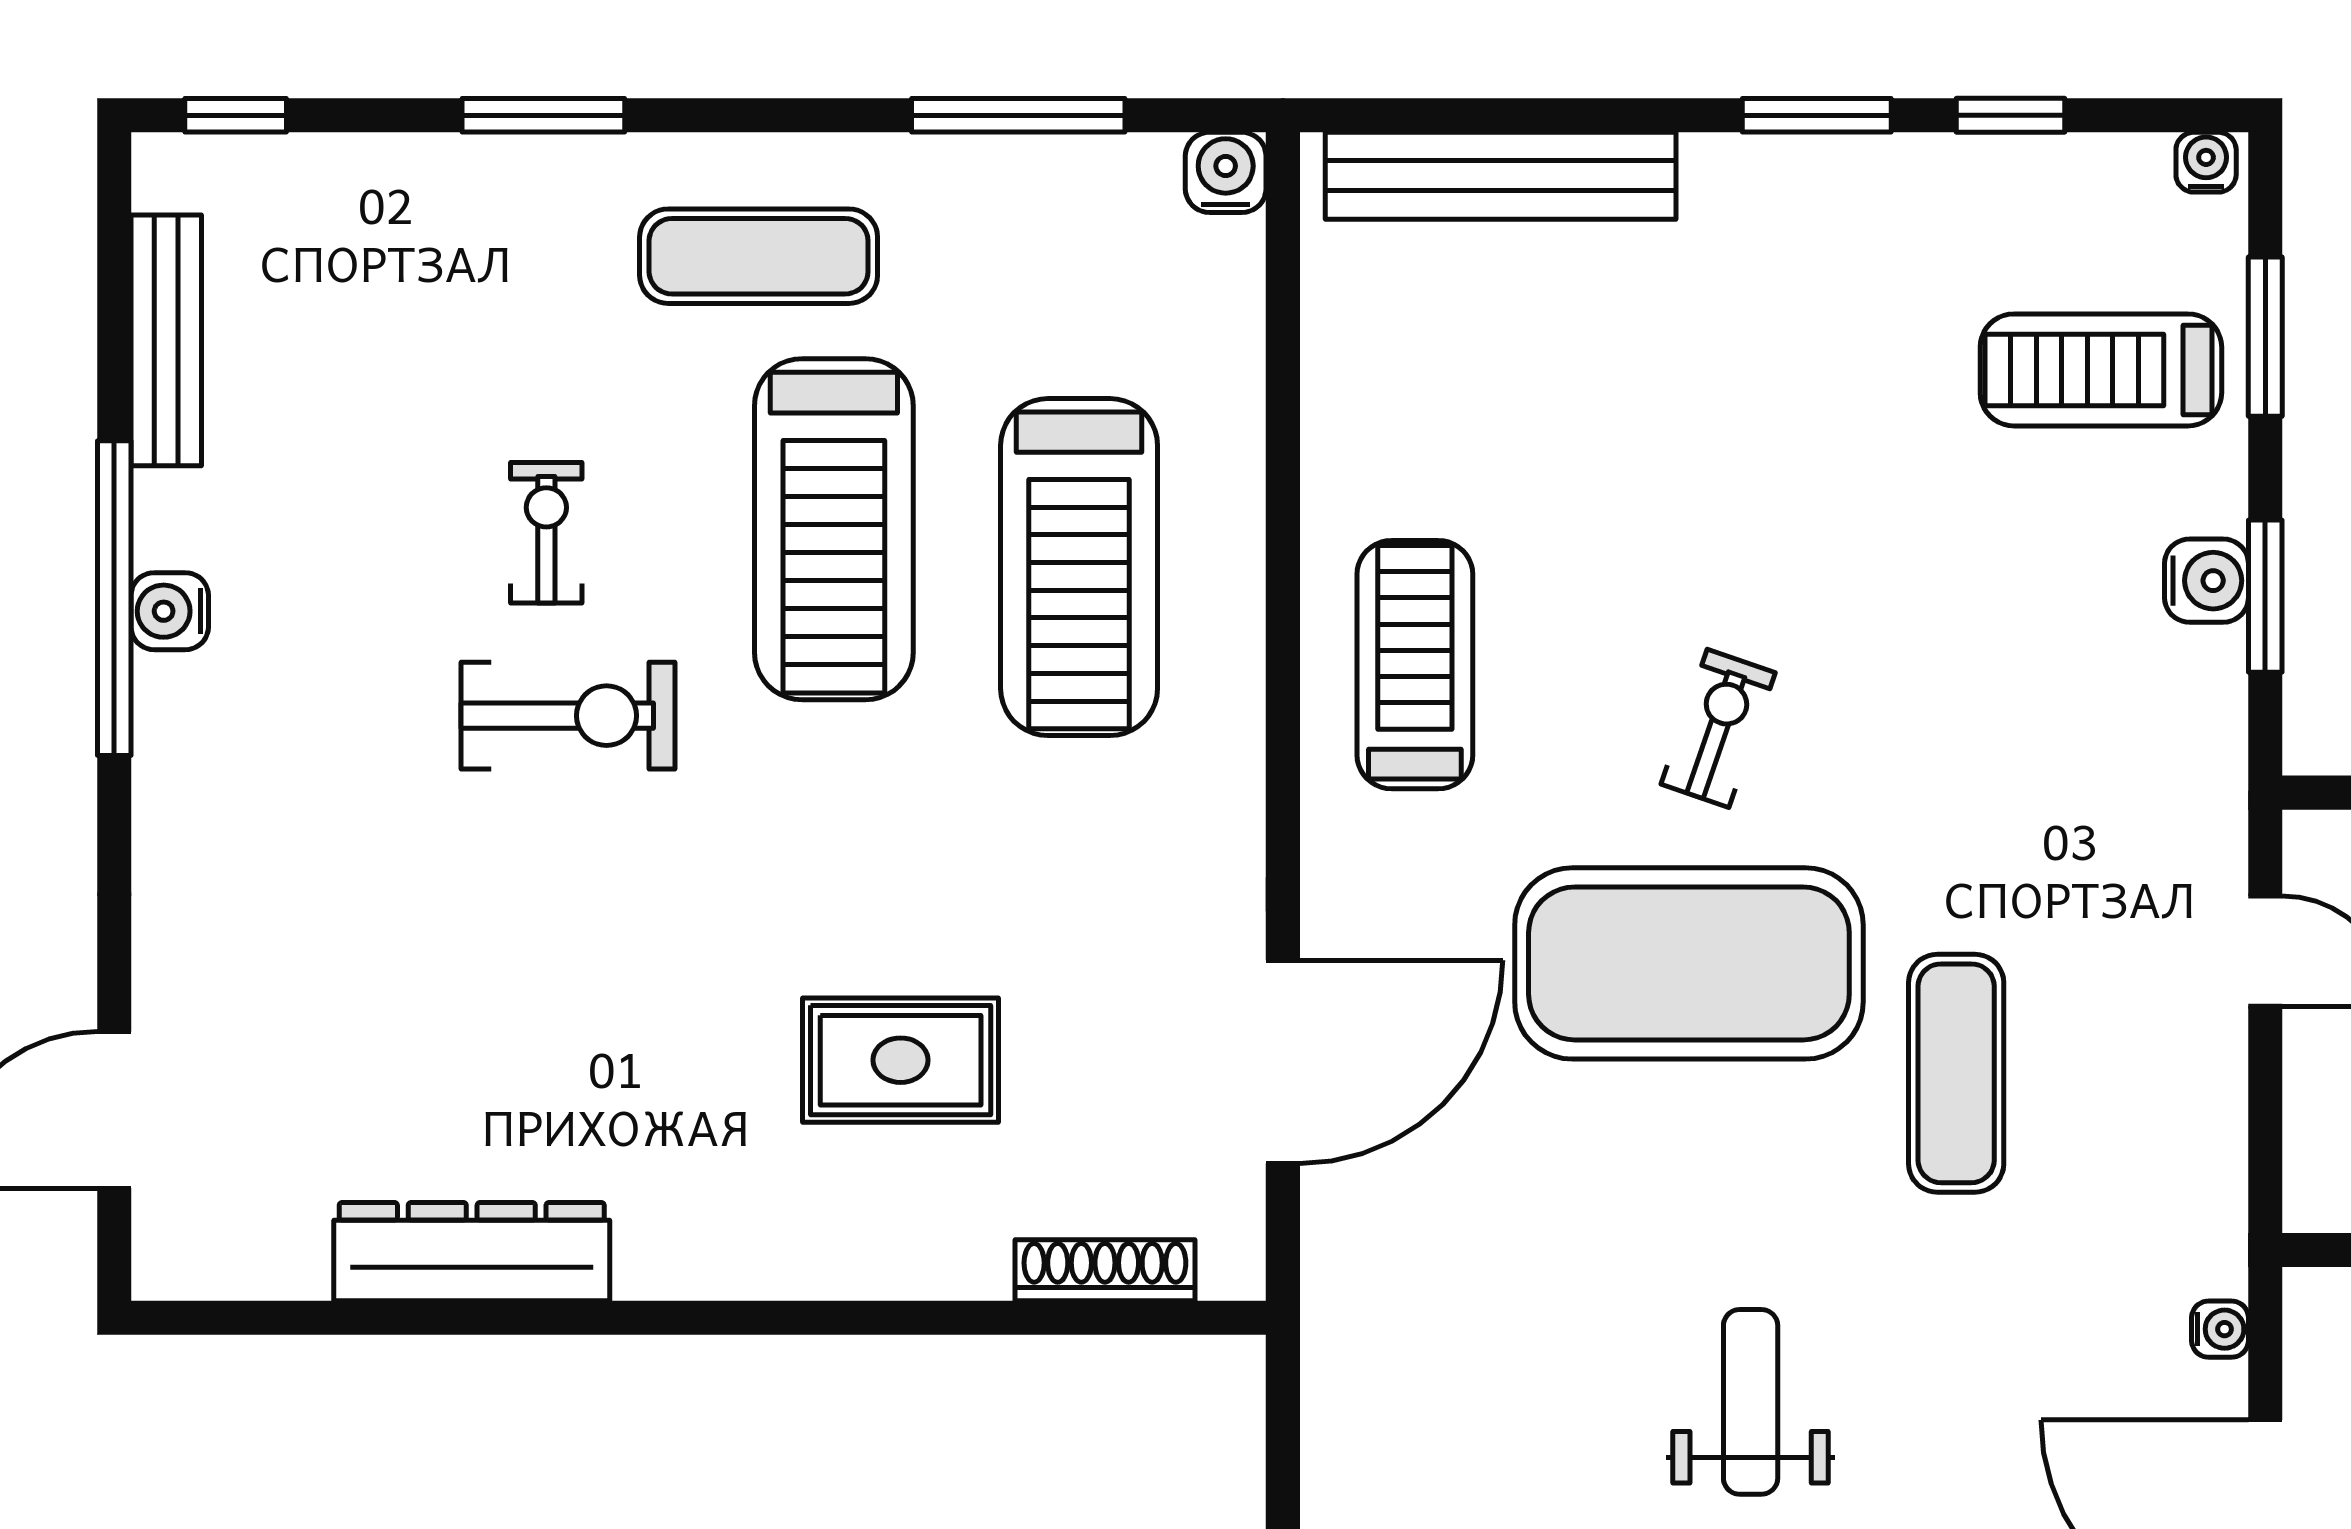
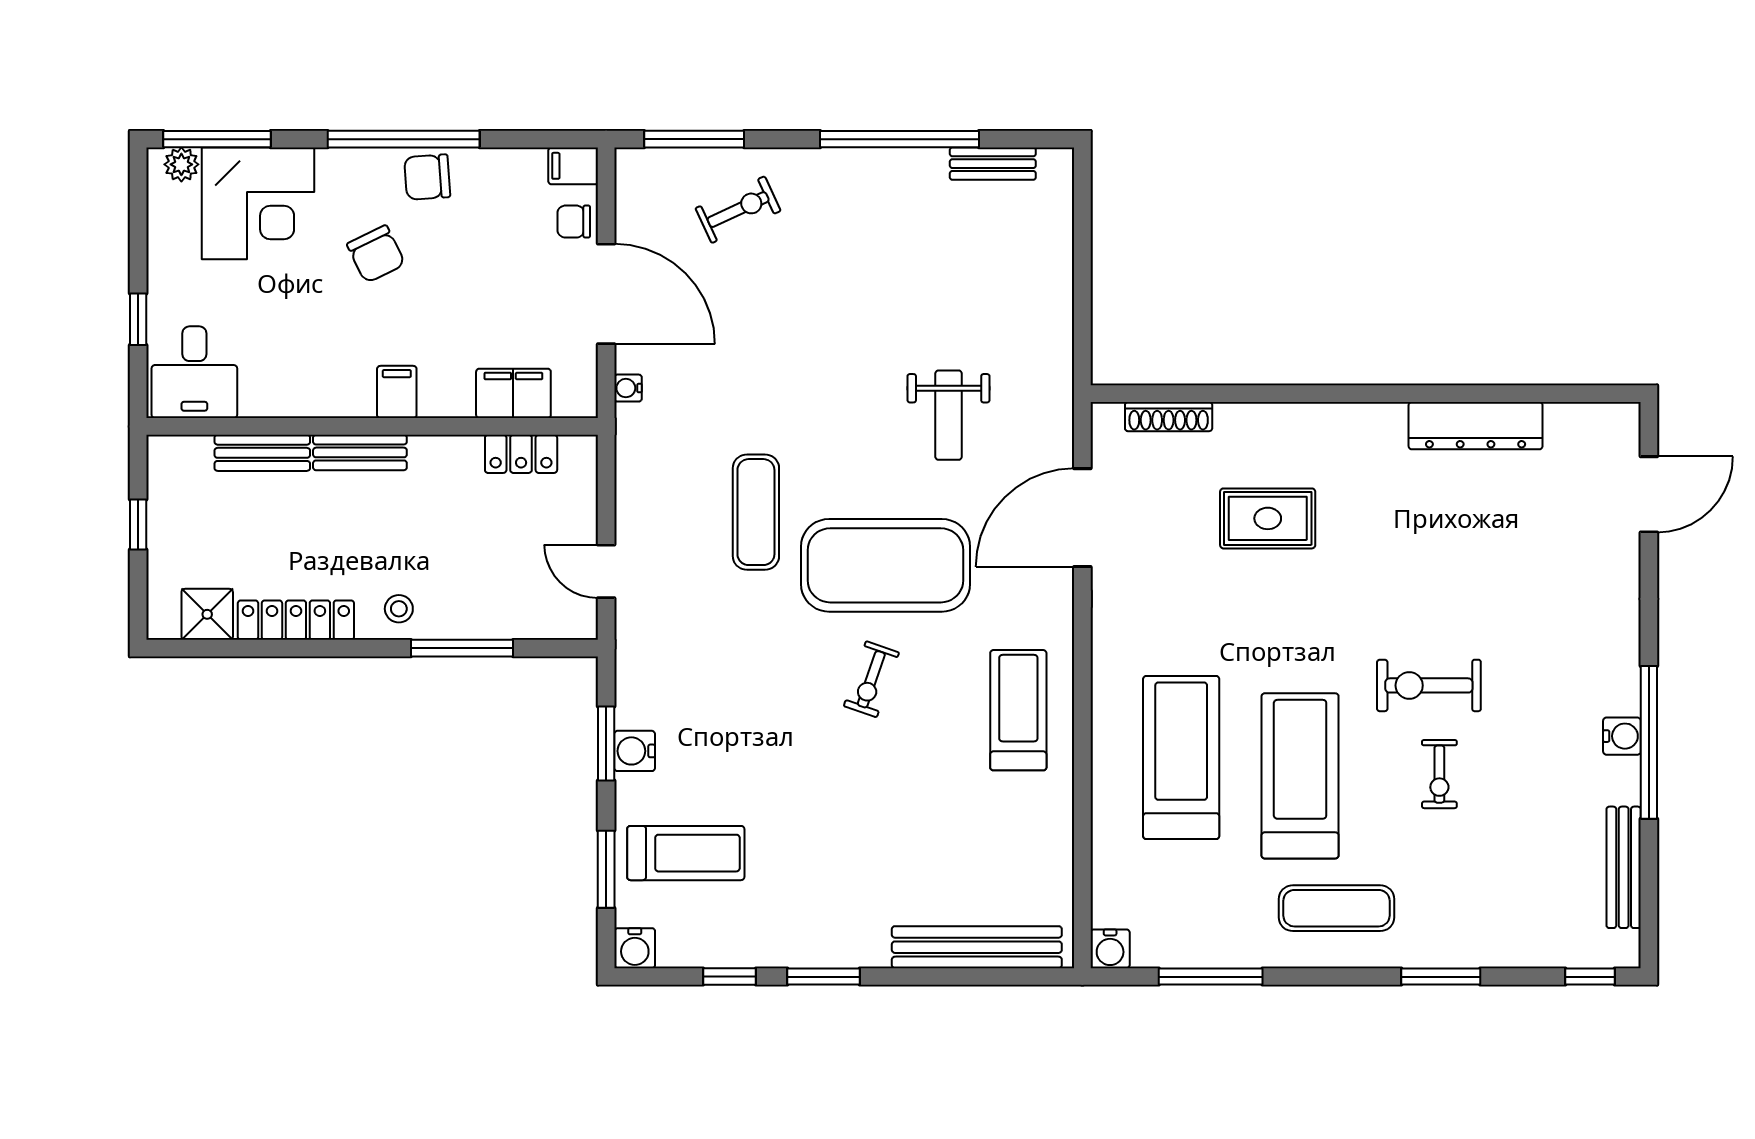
water cooler: (2206, 162) -> (635, 948), width x1.38, depth x1.38
treadmill: (1415, 665) -> (1018, 710), turned 180
weight bench: (1751, 1402) -> (949, 415), moved

